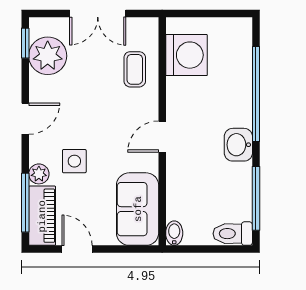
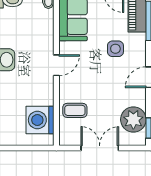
coffee table: (135, 69) -> (75, 110), turned 90
plant: (39, 174) -> (139, 40), removed

